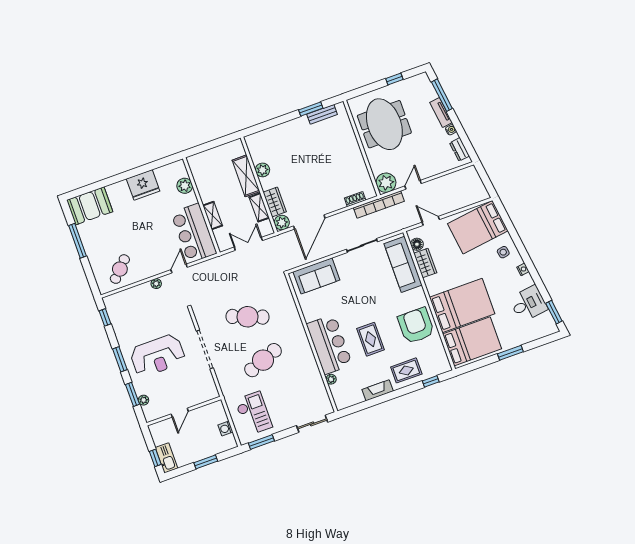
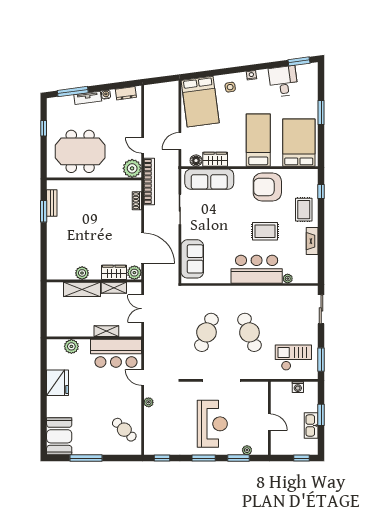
bed: (462, 305) -> (258, 140), width x0.67
kitchen sink: (166, 458) -> (311, 425), moved, turned -90

